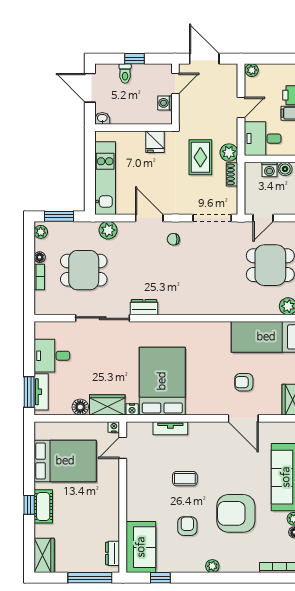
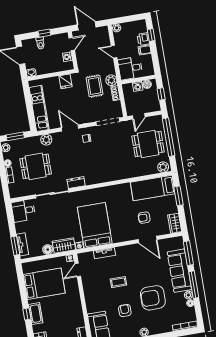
door: (241, 107) -> (114, 52), swing flipped
desk: (52, 356) -> (23, 211), moved

